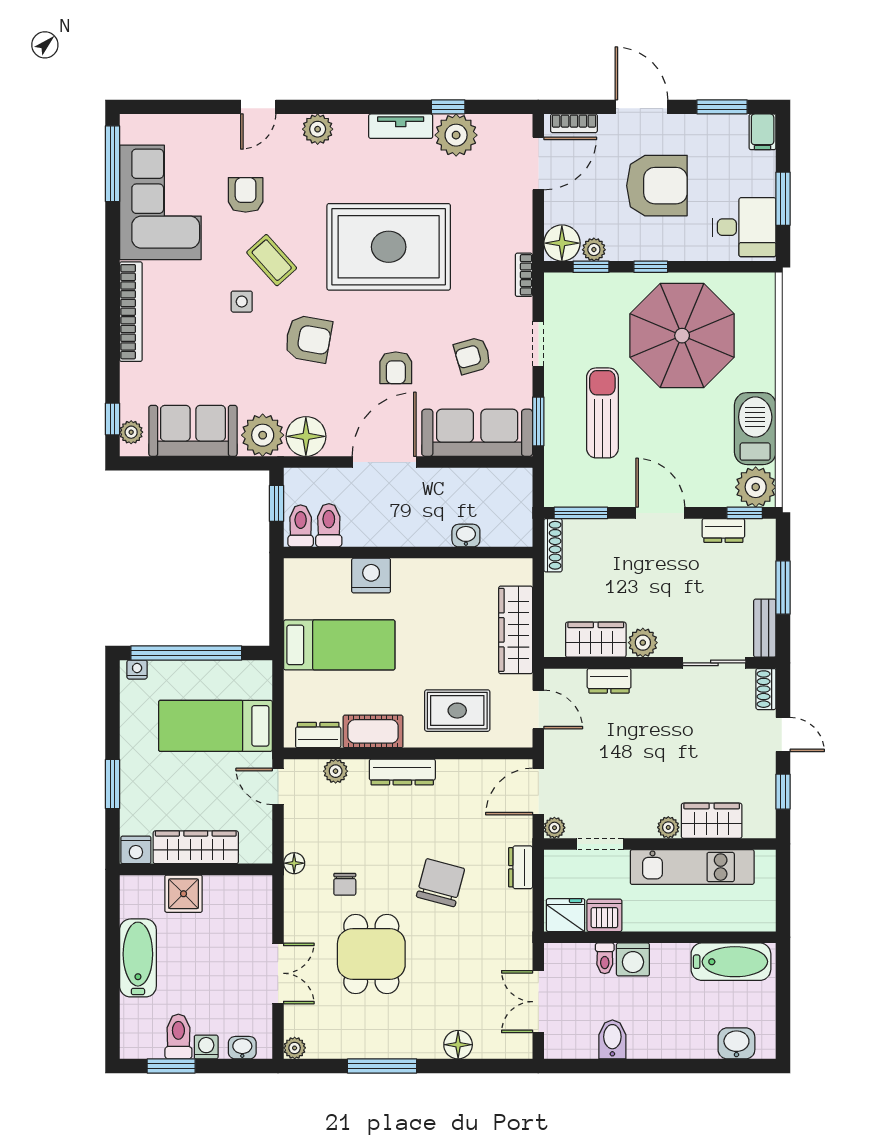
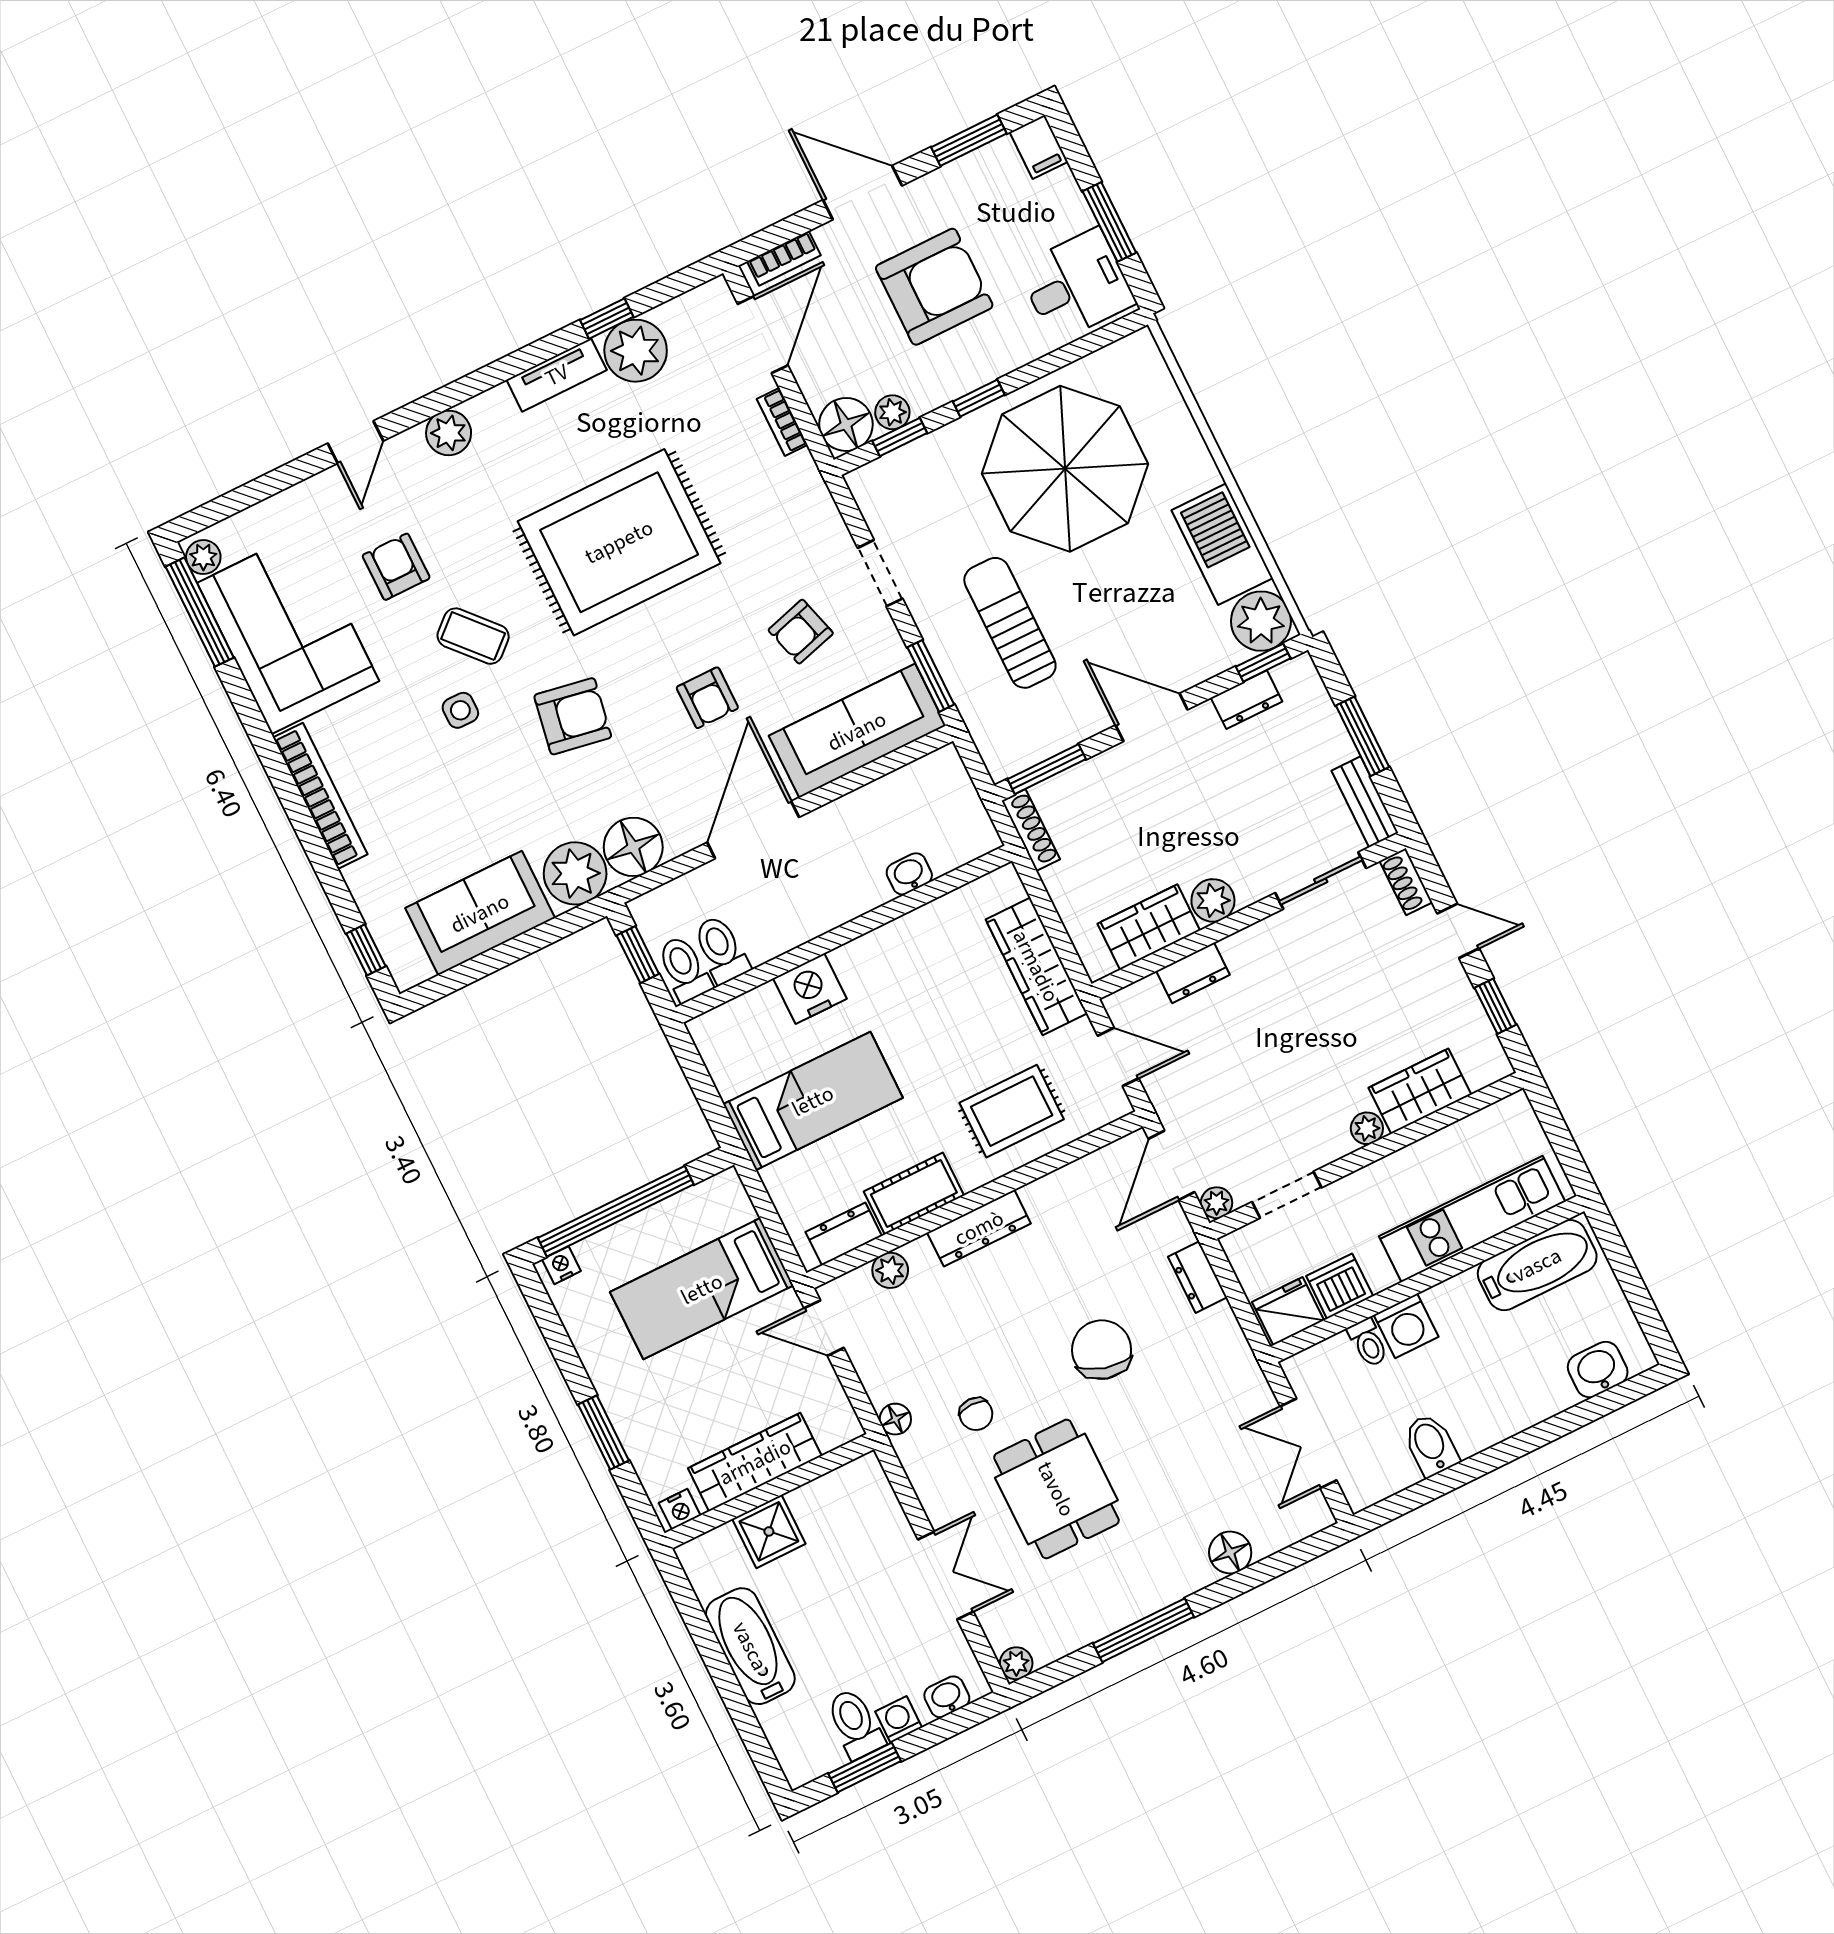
bookcase: (524, 275) -> (782, 422), moved
plant: (131, 432) -> (203, 557), moved
nightstand: (136, 850) -> (680, 1509), width x0.72, depth x0.74
kitchen unit: (692, 867) -> (1472, 1219), moved, turned 180

